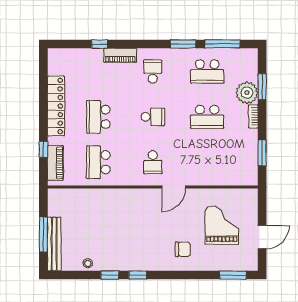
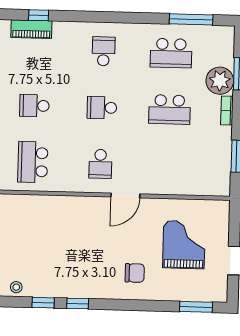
window: (183, 44) -> (142, 18), removed
piano: (120, 55) -> (31, 29), moved
school desk: (98, 117) -> (34, 106), width x0.54
school desk: (153, 117) -> (102, 108), turned 180

